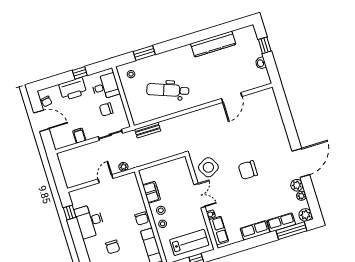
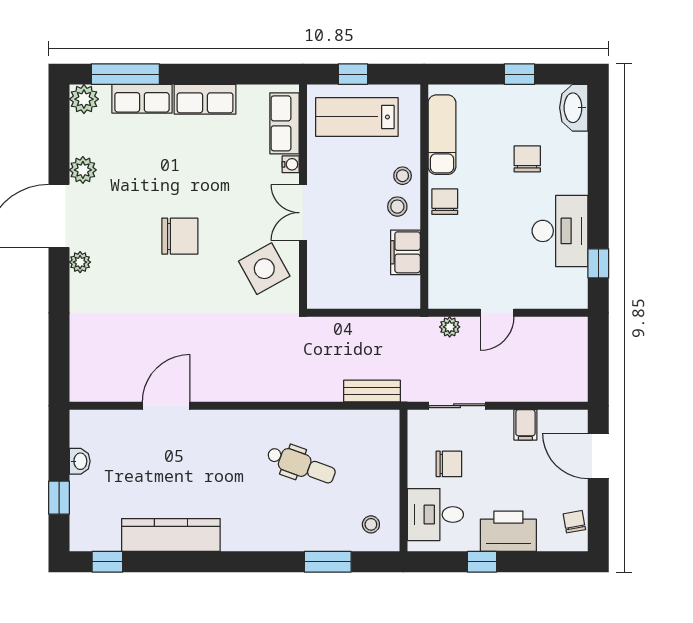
window: (236, 25) -> (107, 562), added
dental chair: (168, 90) -> (301, 465), width x0.73, depth x0.72
door: (41, 121) -> (598, 456), moved
plant: (301, 196) -> (80, 262), moved

